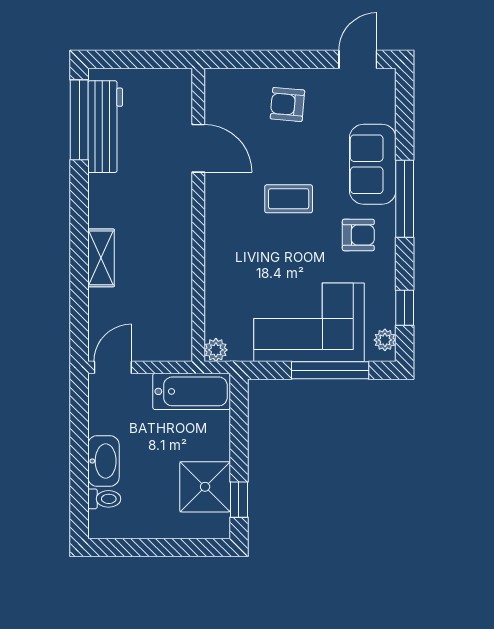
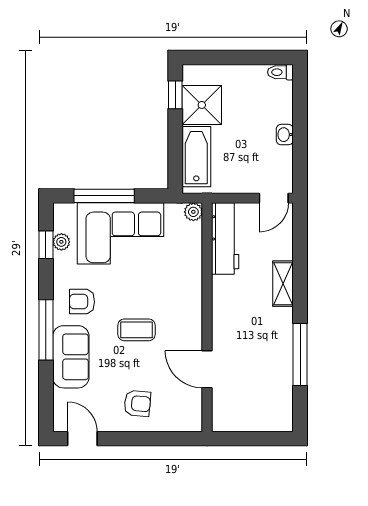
door: (358, 59) -> (82, 439), swing flipped
window: (79, 120) -> (300, 355), moved
workbench: (105, 127) -> (225, 239), moved, turned 180
plant: (385, 340) -> (61, 242), moved
bathtub: (192, 391) -> (196, 157), moved, turned 90
washbasin: (103, 461) -> (285, 135), width x0.52, depth x0.69
toilet: (104, 499) -> (280, 72), moved

